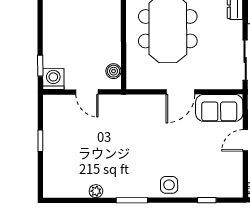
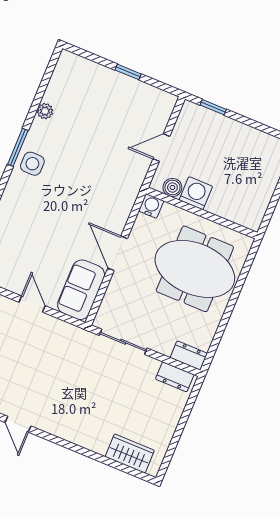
washing machine: (53, 79) -> (196, 193), moved, turned -90
water cooler: (134, 81) -> (151, 206), added
side table: (169, 185) -> (32, 164), moved

